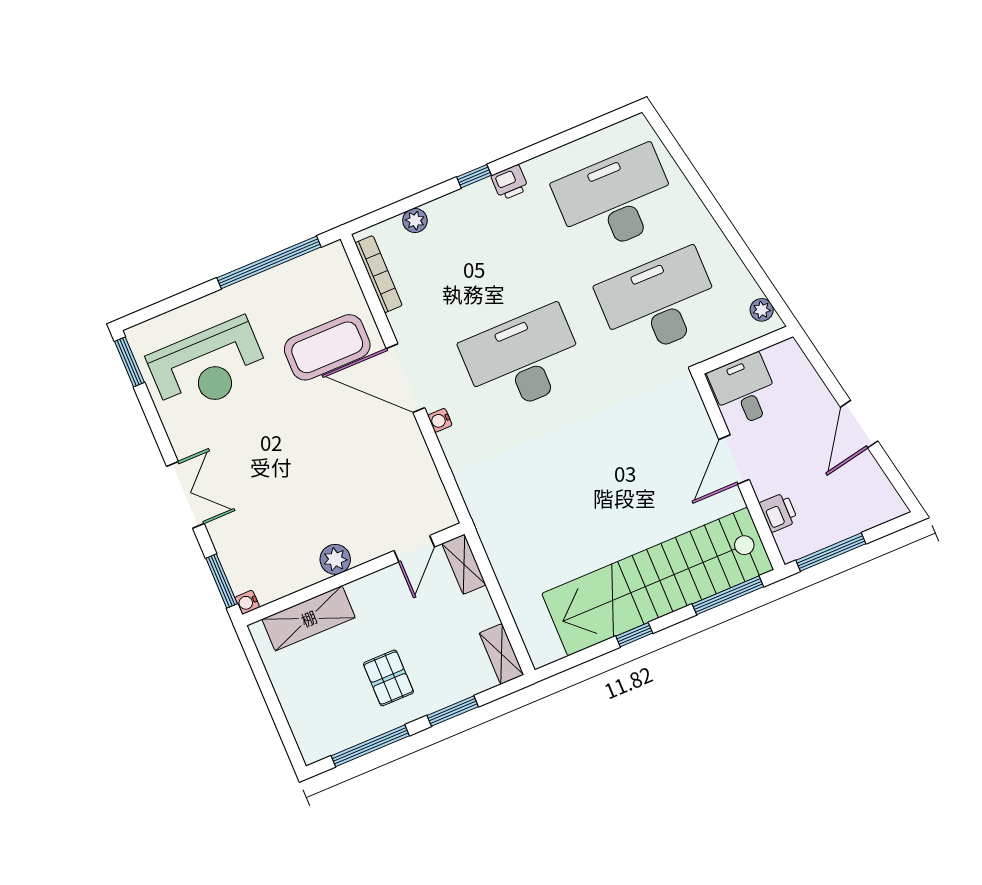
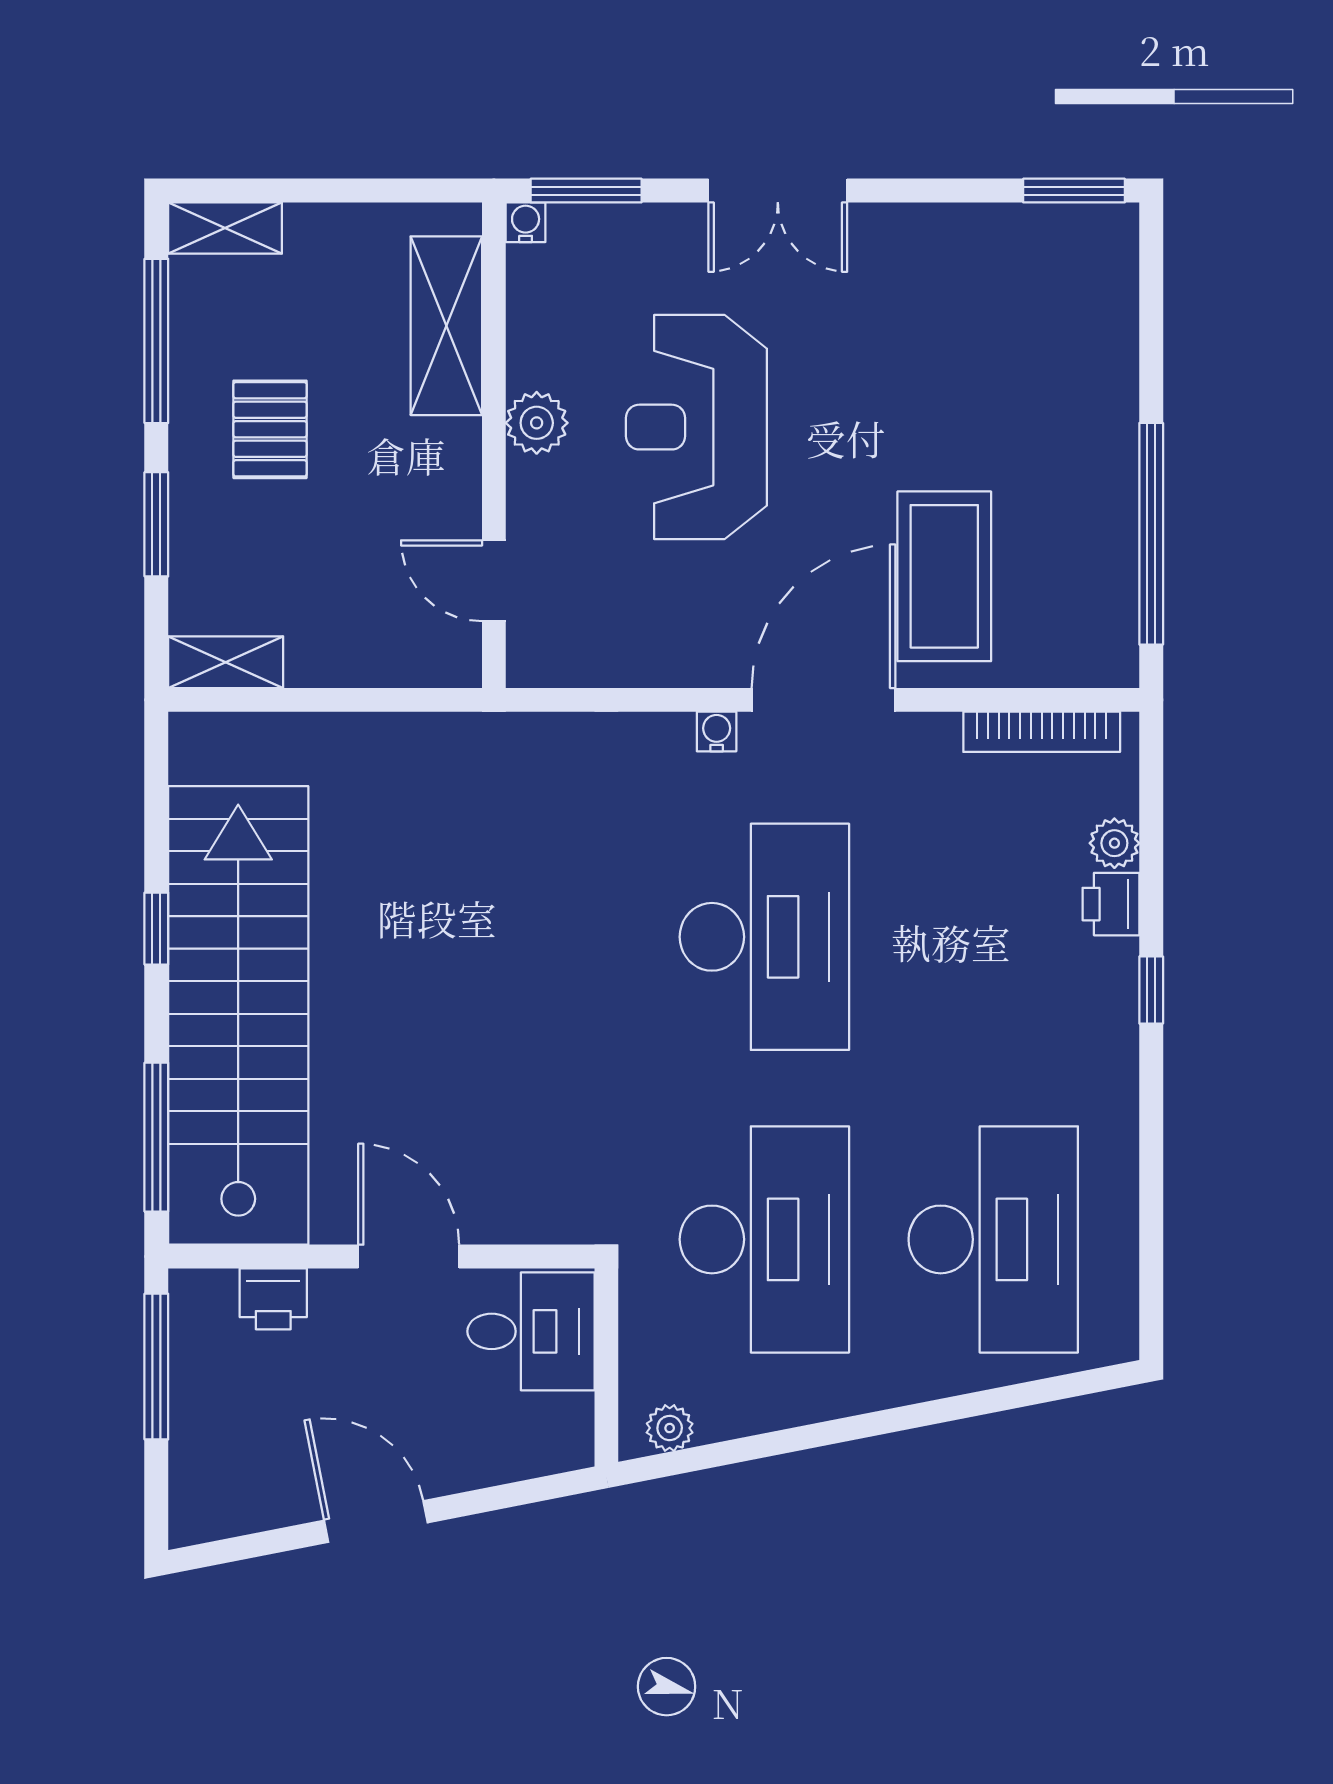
printer: (510, 182) -> (1111, 904), moved
reception desk: (208, 367) -> (696, 427), moved
shelving: (464, 564) -> (225, 228), moved
pallet: (388, 678) -> (270, 429), turned 90

